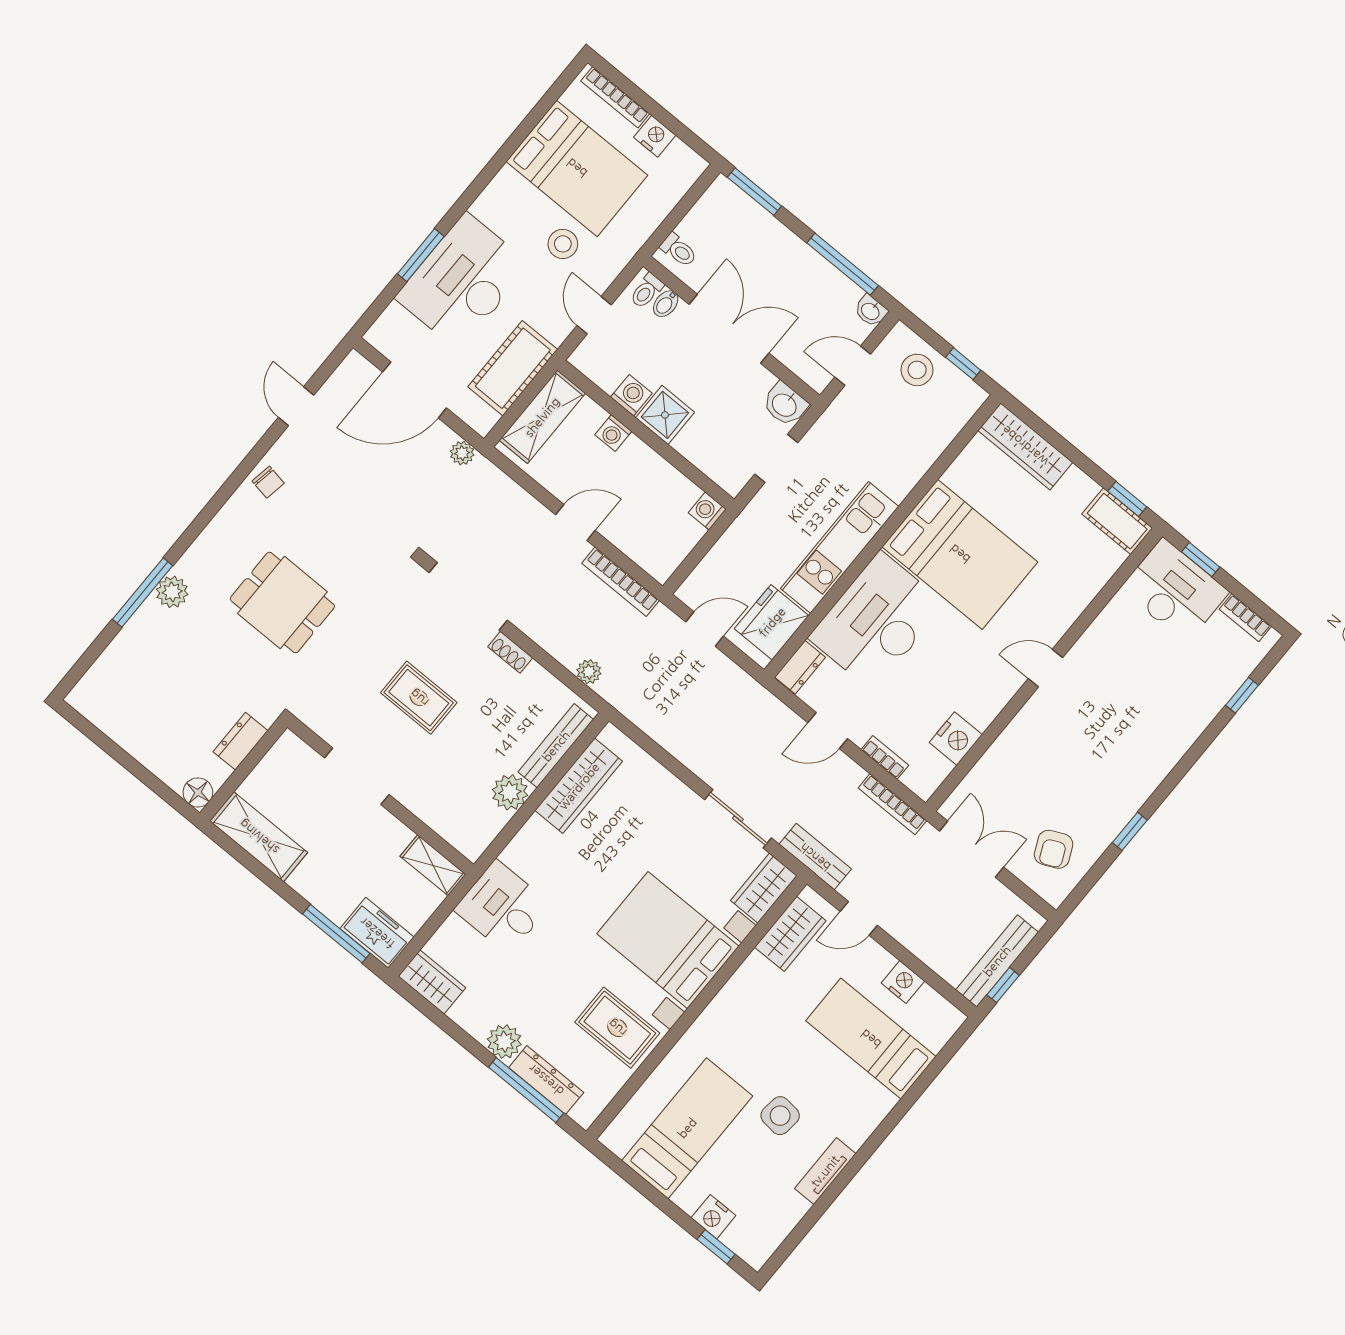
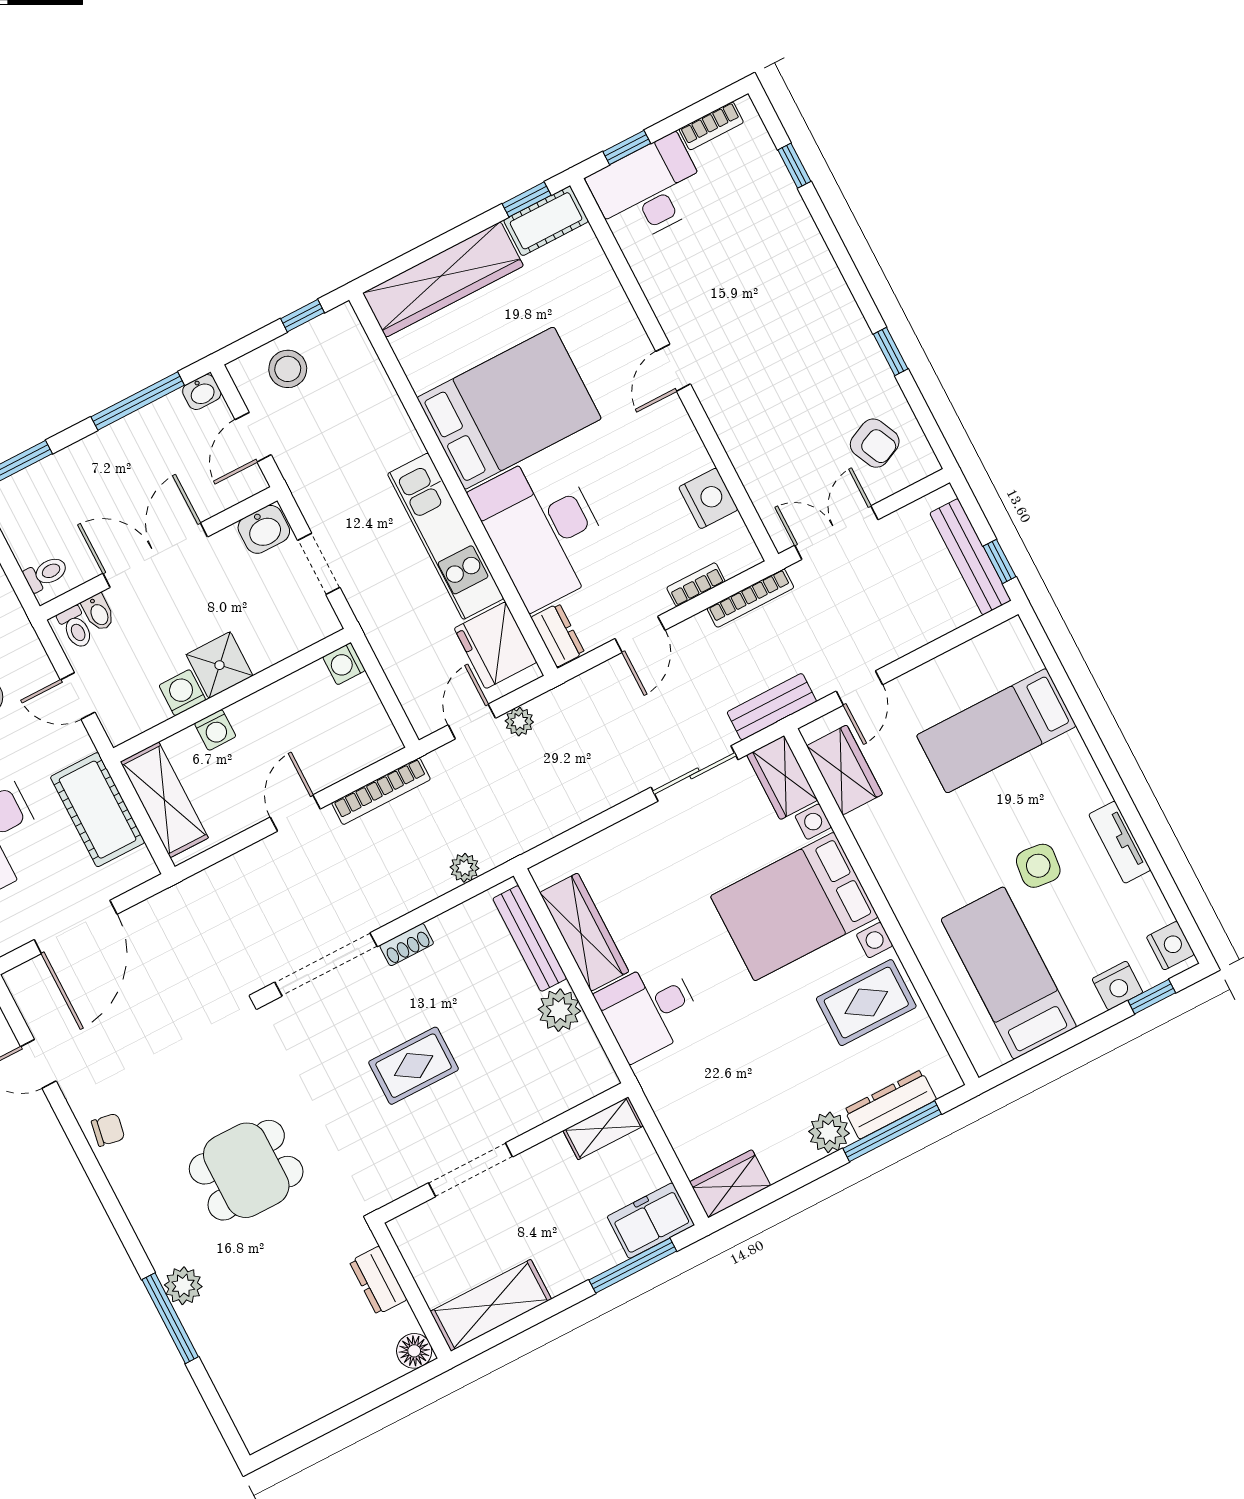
wardrobe: (1025, 446) -> (443, 279), width x1.40, depth x1.17
plant: (462, 453) -> (519, 722), moved
desk: (502, 907) -> (649, 1010), moved
nightstand: (903, 982) -> (1170, 946), moved, turned 90

